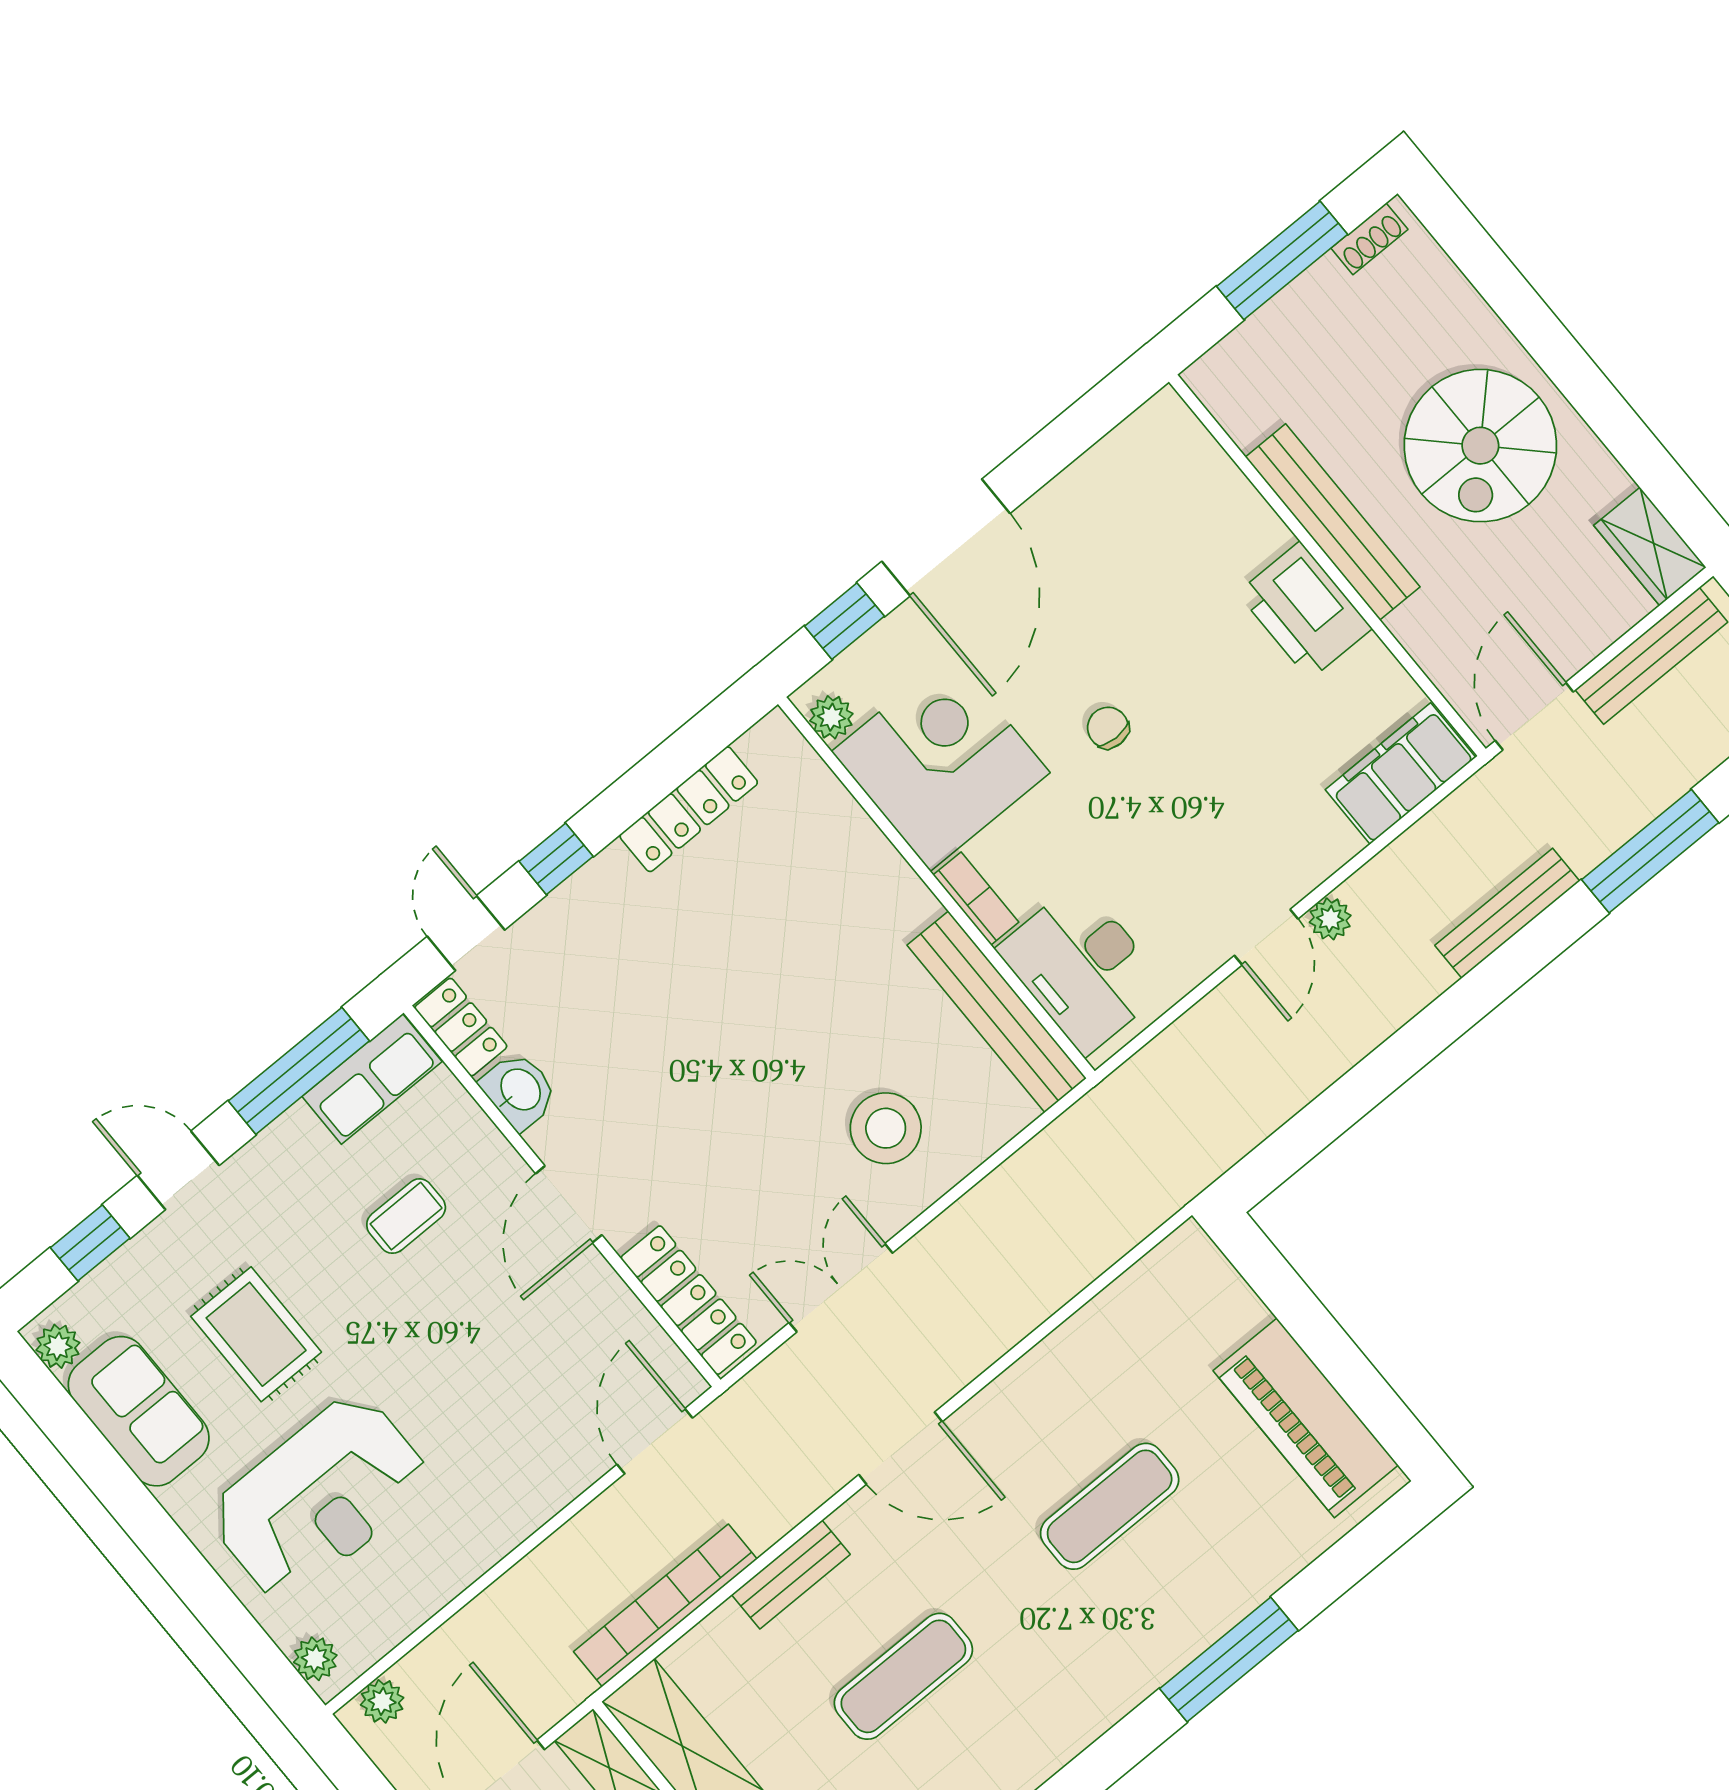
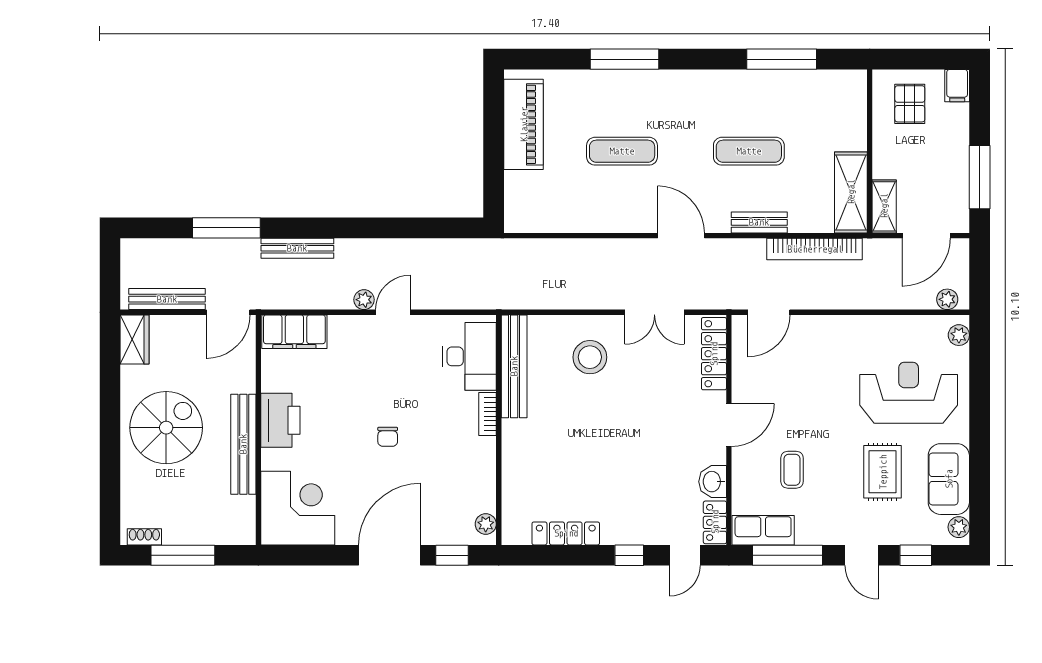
corner desk: (941, 762) -> (298, 508), moved, turned 180
coffee table: (406, 1216) -> (792, 470), turned 90

